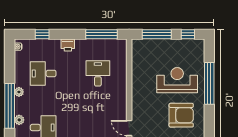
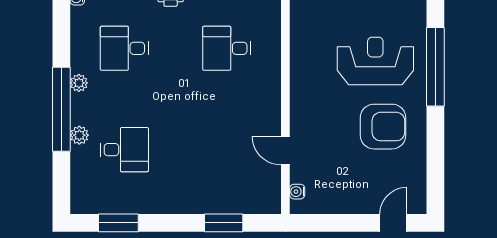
desk: (98, 73) -> (227, 48), turned -90

